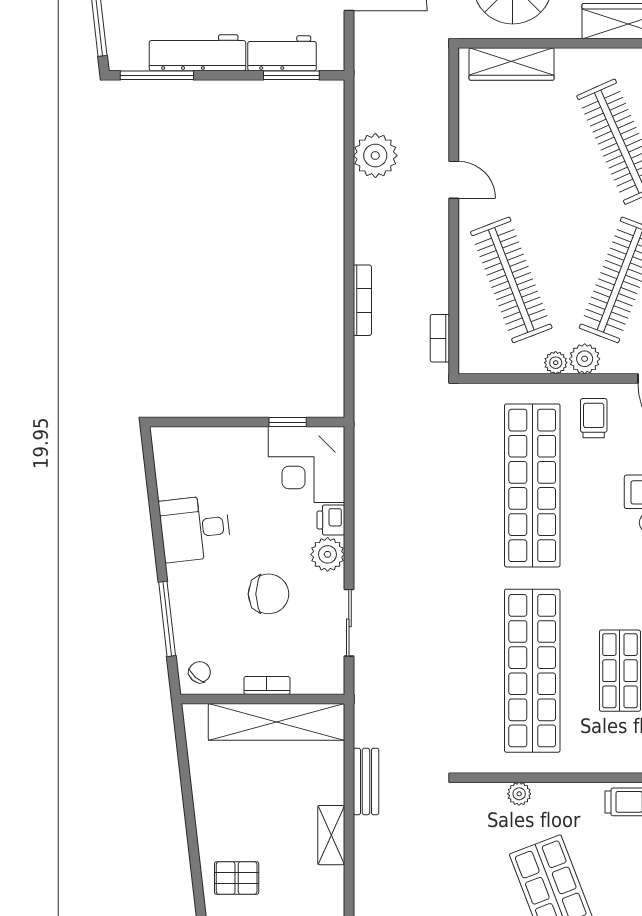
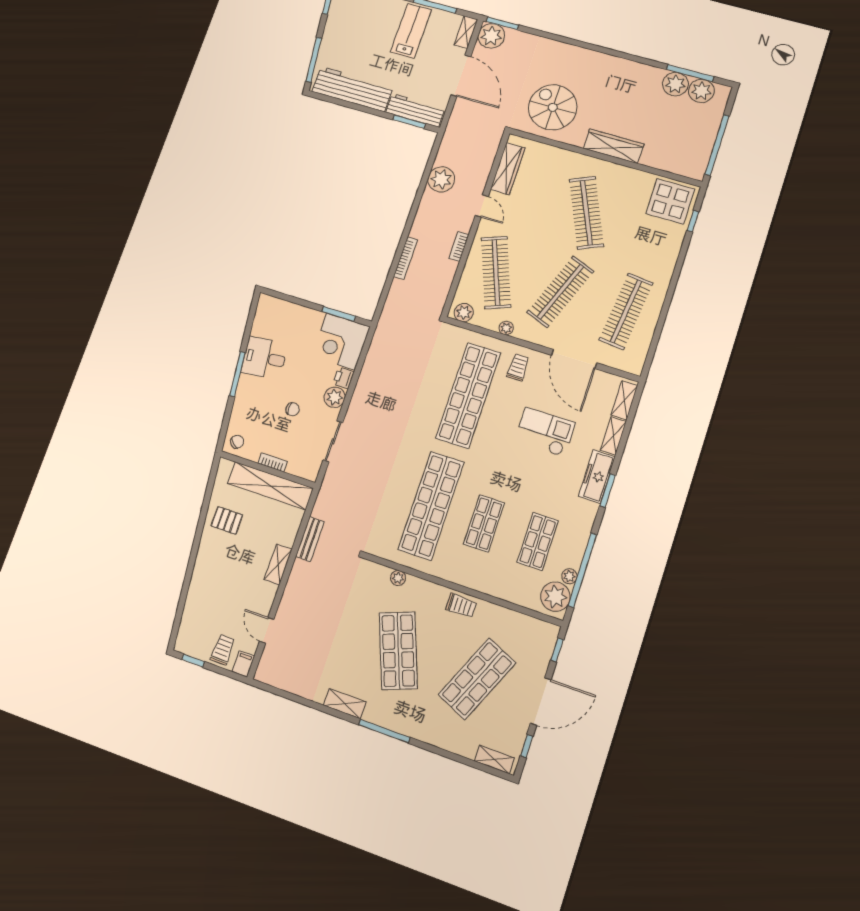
workbench: (197, 53) -> (353, 89), width x1.36, depth x1.32
workbench: (282, 53) -> (415, 110), width x1.38
wardrobe: (512, 64) -> (508, 169), moved, turned -90
window: (157, 75) -> (334, 101), removed
bookcase: (440, 338) -> (459, 247), moved
plant: (585, 359) -> (464, 313), moved
window: (288, 422) -> (339, 314), width x1.50
chair: (269, 594) -> (293, 409), width x0.54, depth x0.54
window: (167, 619) -> (237, 374), moved
pallet: (237, 878) -> (227, 520), moved

